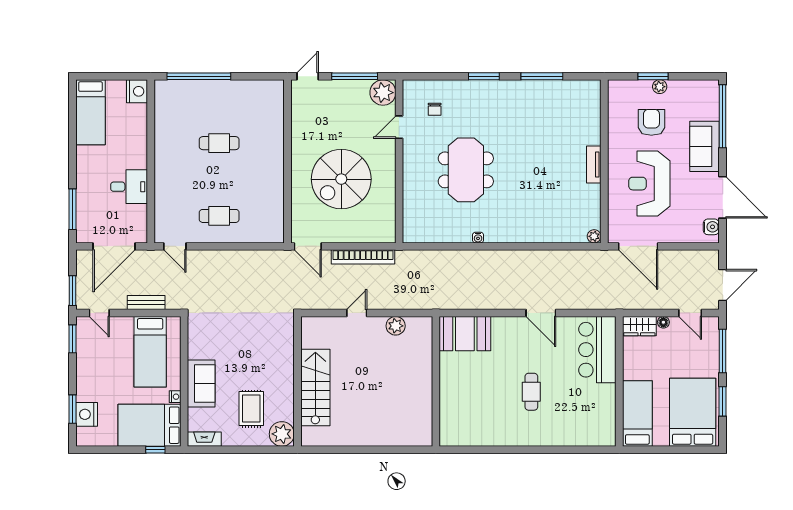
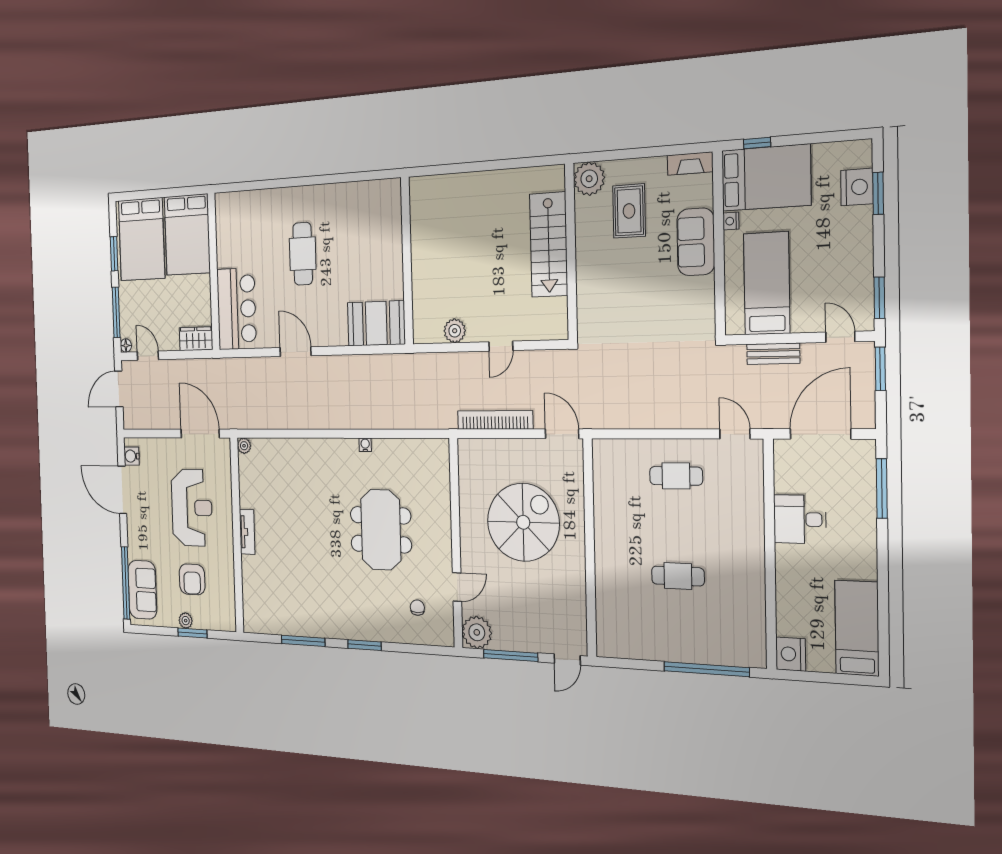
sofa: (705, 146) -> (142, 590), moved
floor lamp: (663, 322) -> (126, 346), moved
cafe table: (531, 392) -> (303, 254), width x1.37, depth x1.35
bed: (637, 413) -> (187, 235), width x1.50

